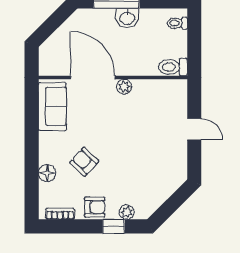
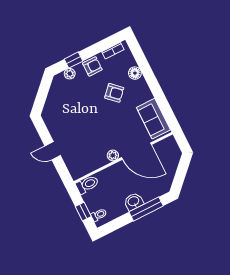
window: (194, 37) -> (83, 212), added
armchair: (95, 207) -> (92, 66), turned 180

